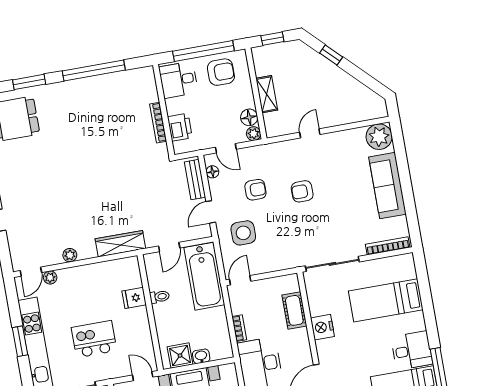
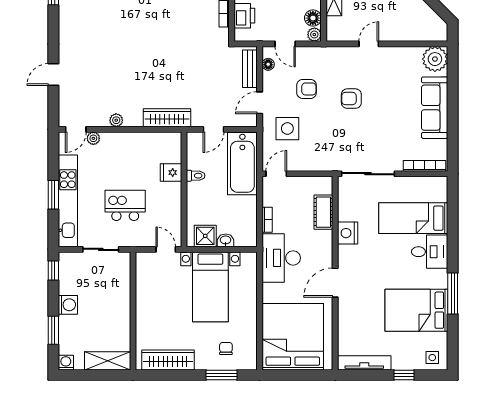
desk: (412, 351) -> (430, 252), moved

